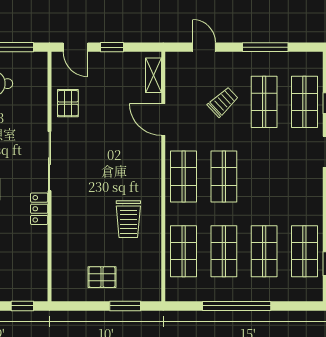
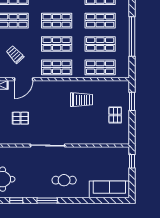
trolley: (223, 102) -> (15, 54), moved
pallet: (68, 103) -> (20, 118), moved
shop shelf: (264, 177) -> (57, 21), added
locker: (39, 209) -> (75, 151), removed

